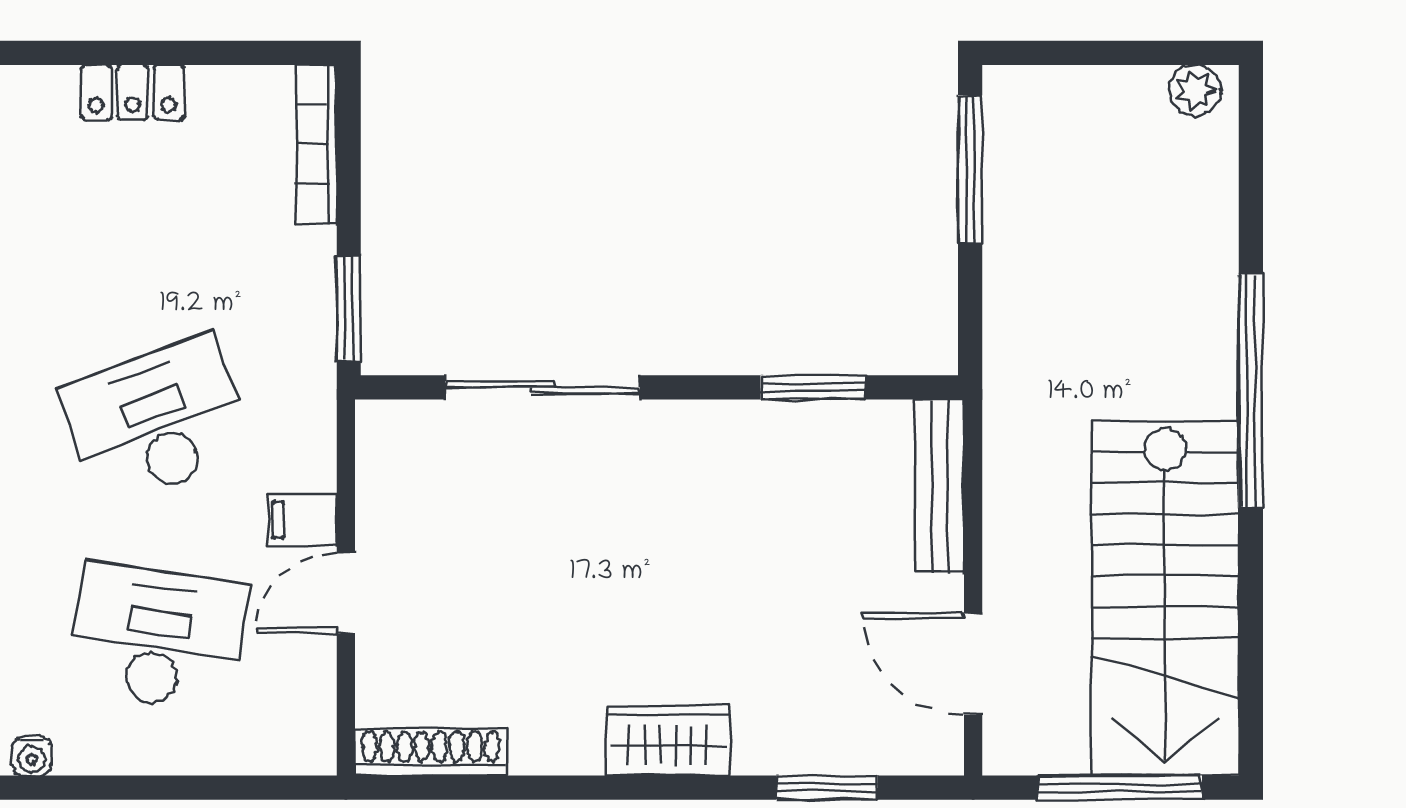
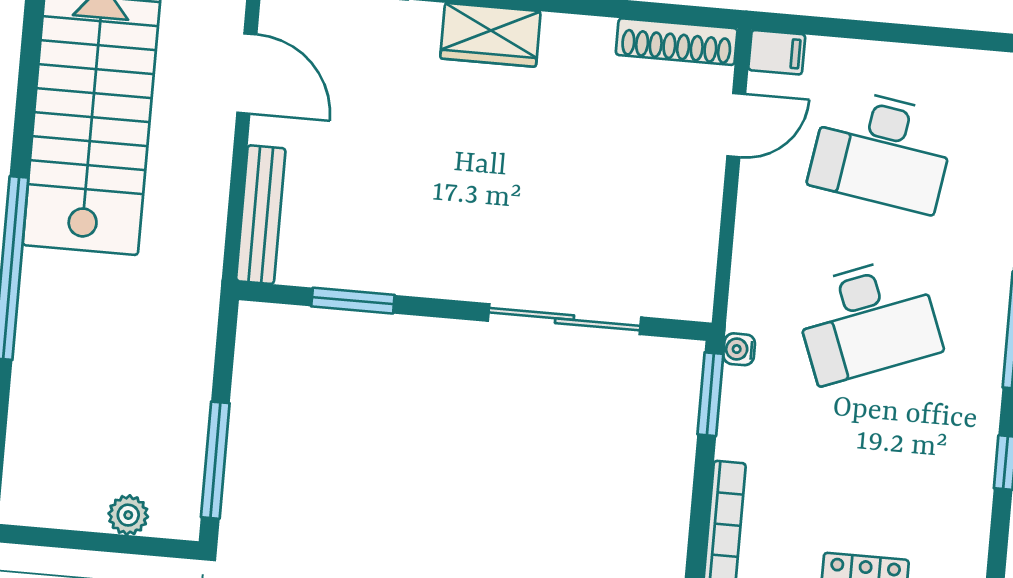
plant: (1195, 90) -> (128, 515), moved
filing cabinet: (302, 520) -> (777, 52), moved
door: (346, 593) -> (736, 125), moved
water cooler: (32, 756) -> (739, 349), moved, turned -90

